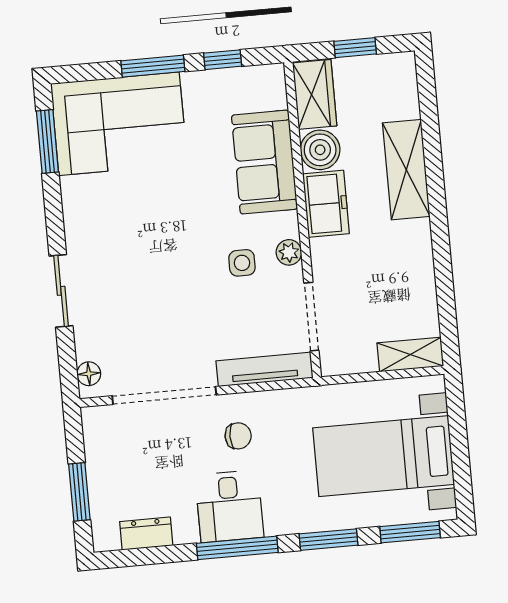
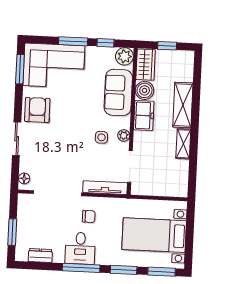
plant: (267, 83) -> (124, 56), added
armchair: (97, 223) -> (37, 110), added
shelving: (410, 354) -> (183, 144), moved, turned 90

